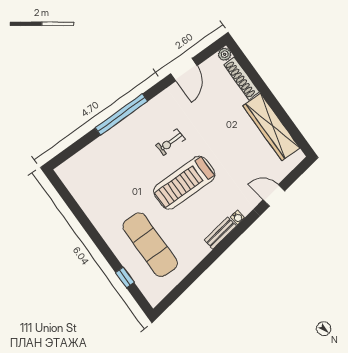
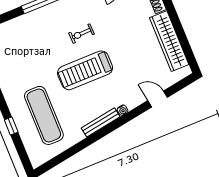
bench: (220, 233) -> (101, 122), width x1.36
window: (125, 277) -> (11, 126), moved

